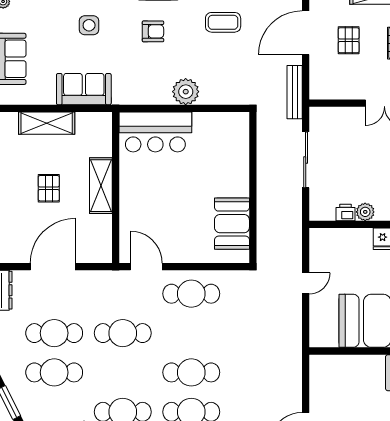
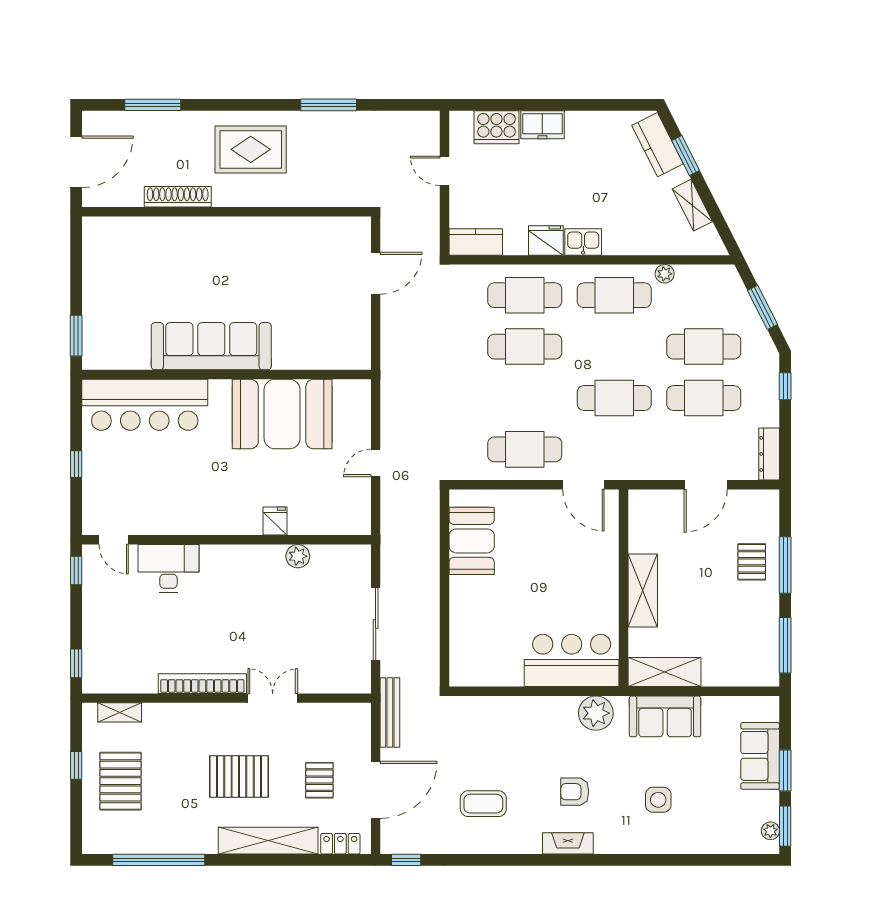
plant: (186, 92) -> (596, 713), moved
shelving: (47, 123) -> (665, 672), moved
pallet: (49, 188) -> (752, 562), moved
printer: (346, 212) -> (323, 555), removed
door: (53, 267) -> (706, 485), width x0.73

